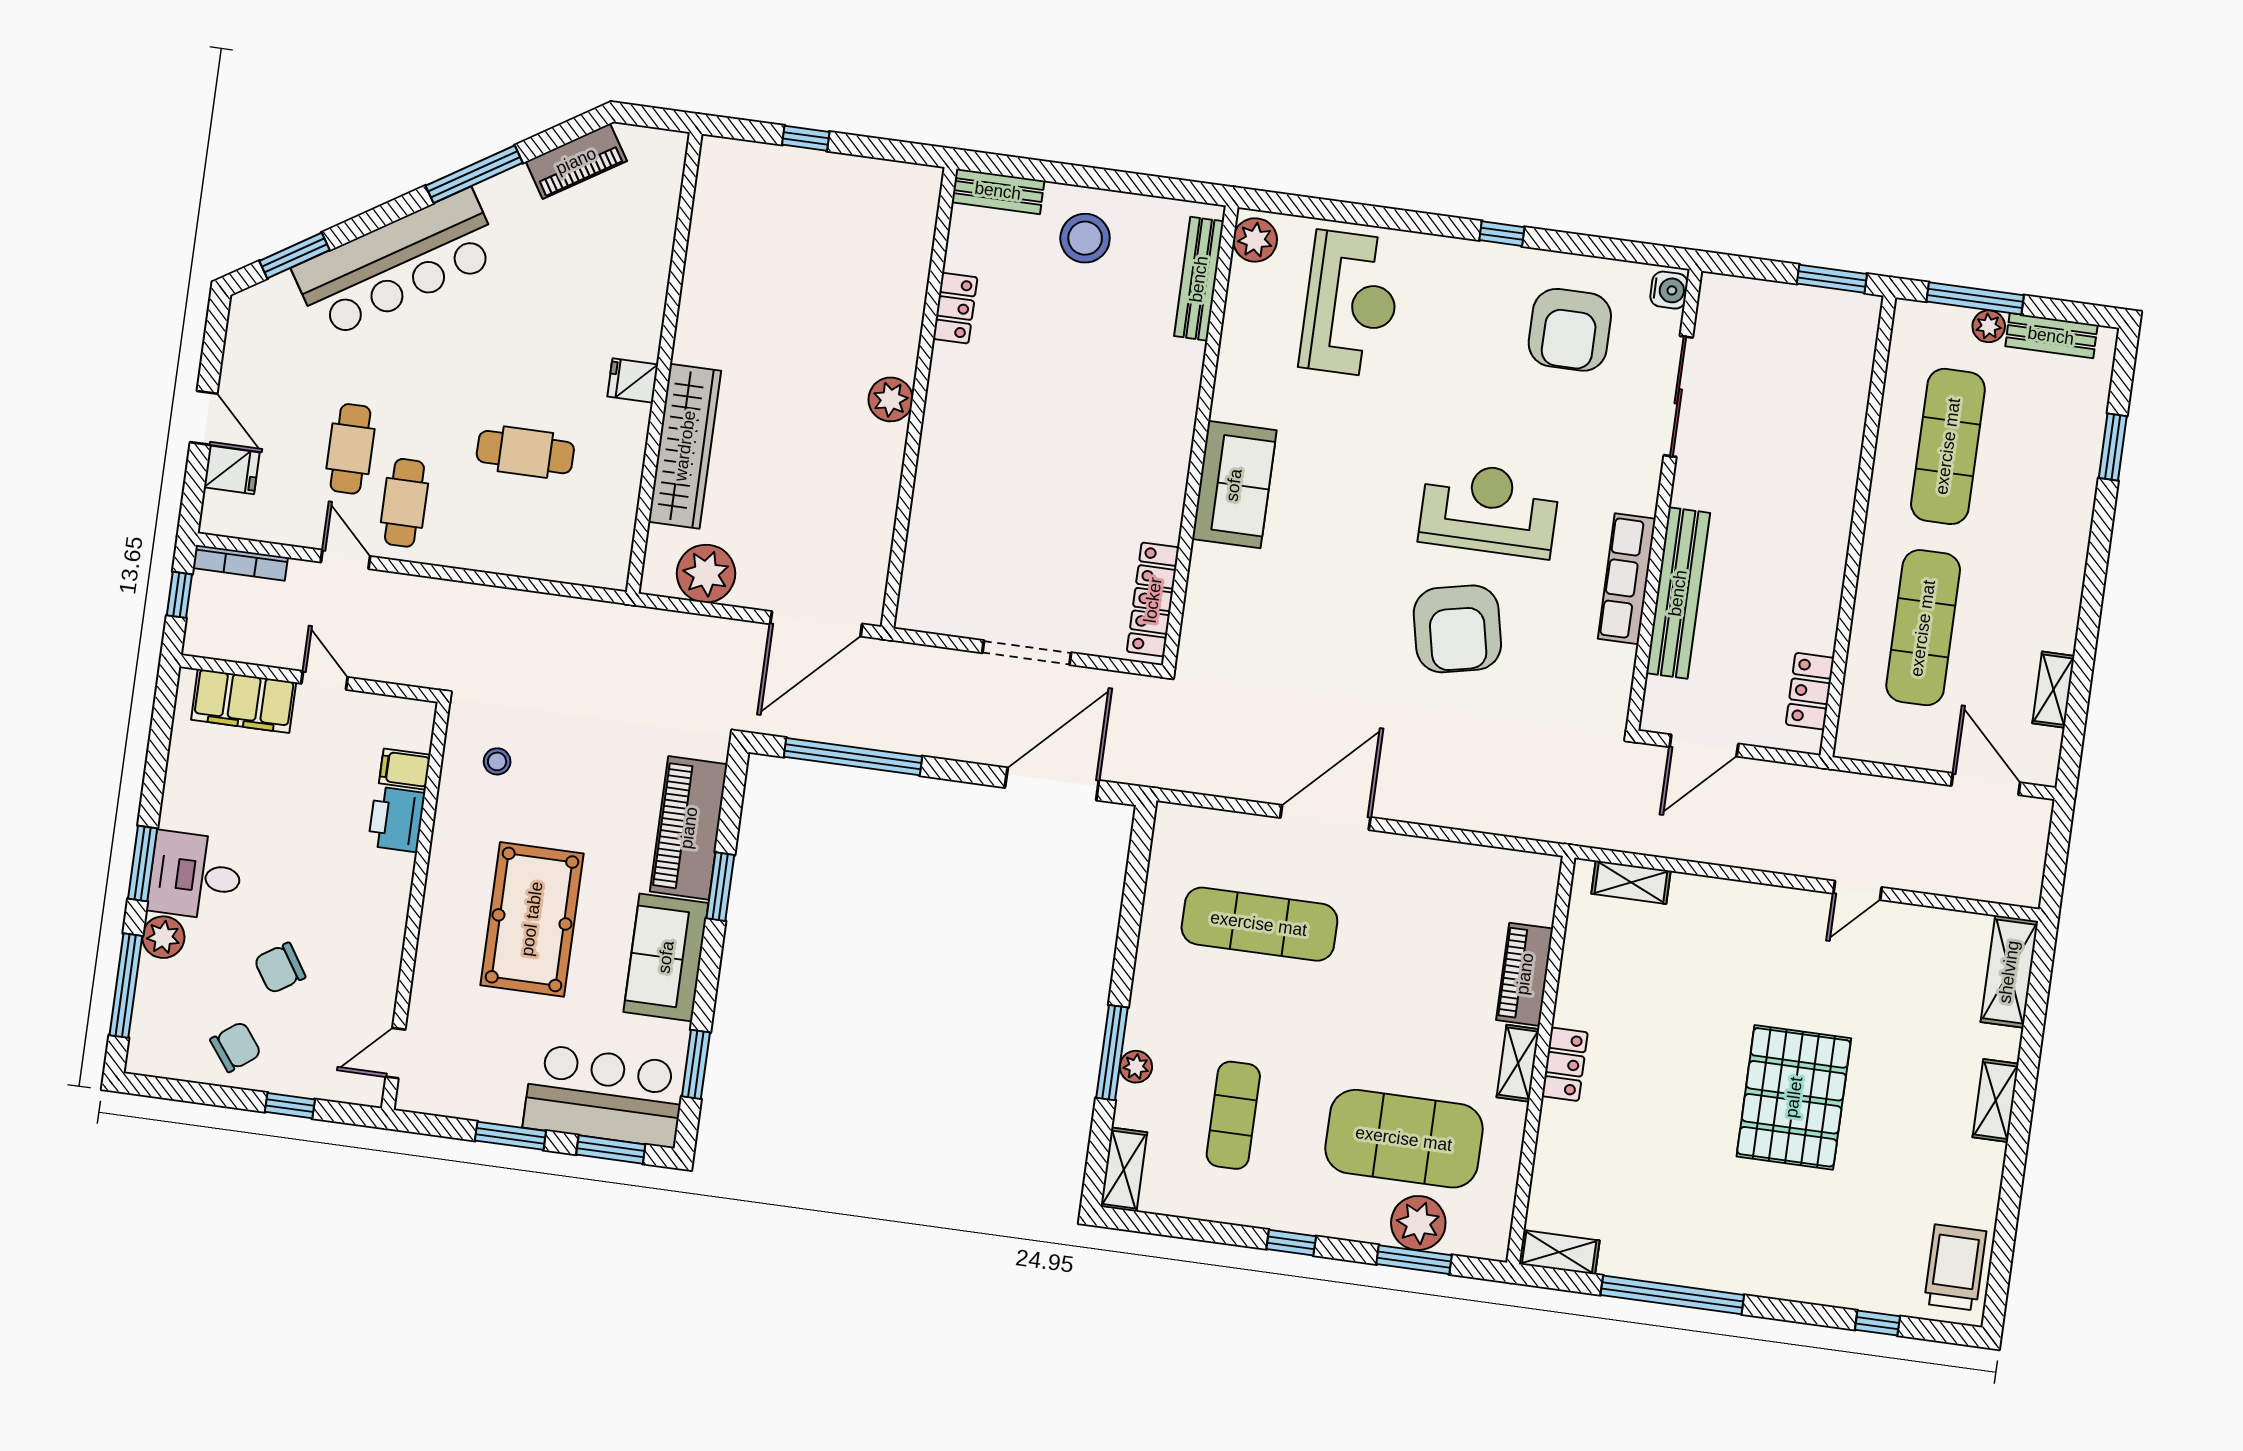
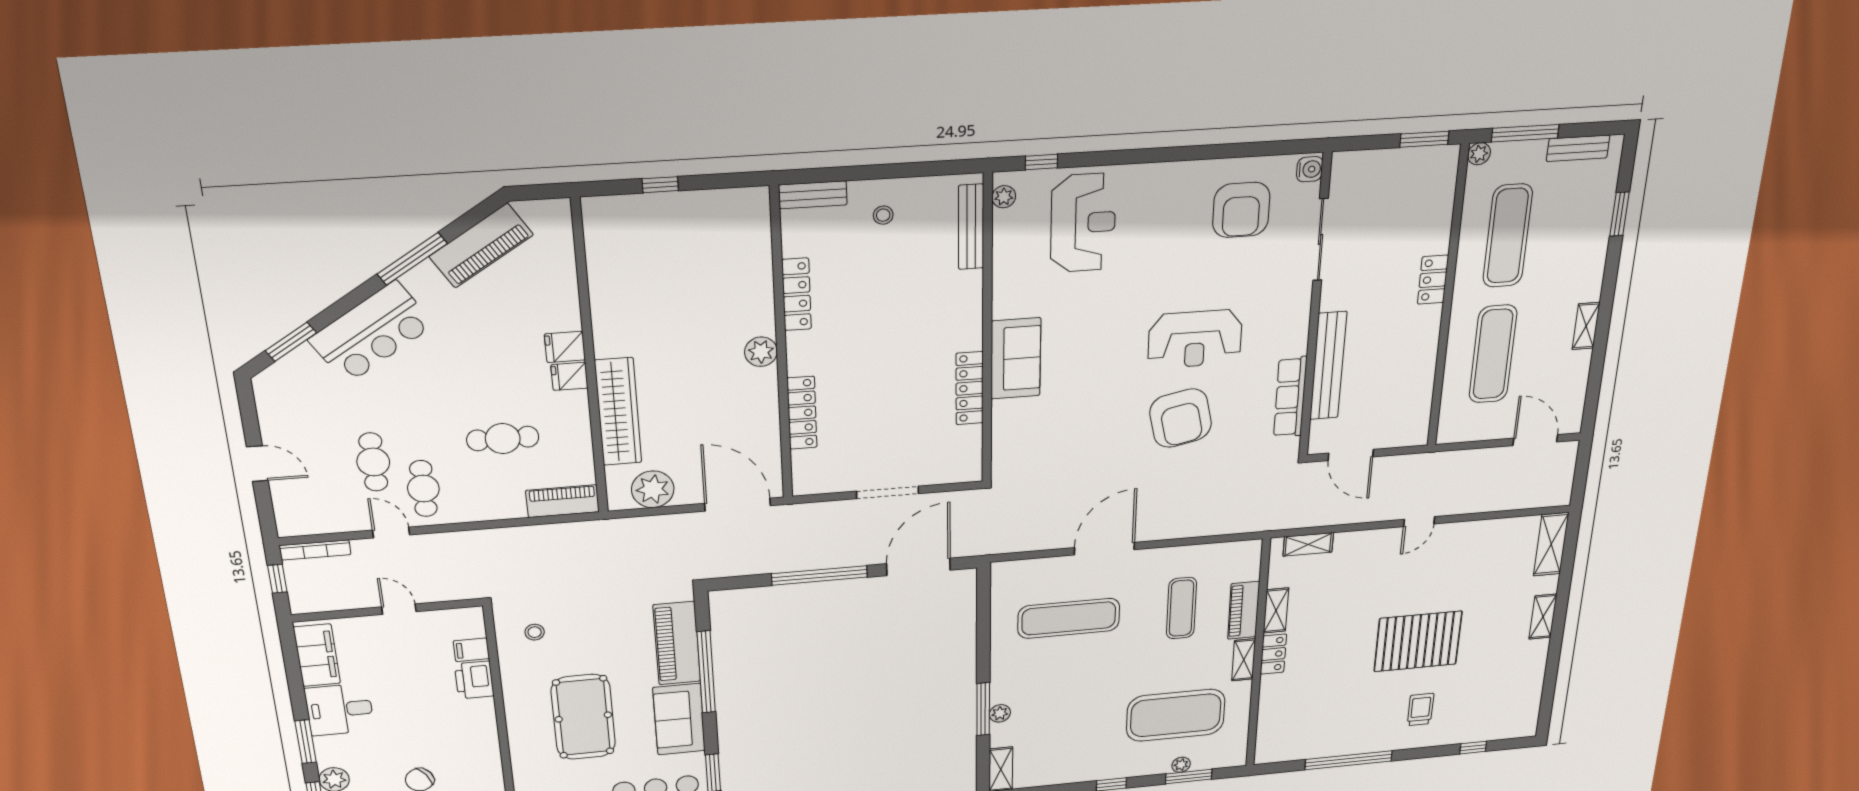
piano: (576, 161) -> (481, 246), width x1.37, depth x1.33
window: (1502, 234) -> (1041, 162), moved
stool: (1085, 238) -> (883, 215), width x0.53, depth x0.53
plant: (1255, 240) -> (1004, 197), width x0.73, depth x0.73
bar counter: (397, 264) -> (371, 332), width x0.73
locker: (955, 308) -> (797, 294), width x1.53
plant: (1989, 326) -> (1479, 154), moved
fridge: (232, 470) -> (565, 347), moved, turned 180
locker: (929, 502) -> (802, 413), added
reception desk: (1489, 509) -> (1195, 339), turned 180
piano: (582, 564) -> (563, 501), added
row of seats: (1627, 579) -> (1290, 397), moved
locker: (1153, 600) -> (970, 388), moved
door: (816, 624) -> (738, 505), swing flipped
shelving: (2053, 690) -> (1586, 326), moved
locker: (1810, 691) -> (1433, 280), moved
filing cabinet: (244, 701) -> (317, 655), moved, turned -90
door: (1704, 745) -> (1351, 455), hinge flipped
window: (853, 757) -> (819, 575), moved
desk: (195, 876) -> (339, 709), moved
window: (720, 887) -> (706, 672), width x2.11
door: (1857, 890) -> (1419, 522), moved
pallet: (1794, 1097) -> (1418, 641), turned 90
exercise mat: (1233, 1115) -> (1181, 608), moved
plant: (1418, 1223) -> (1181, 765), width x0.53, depth x0.53
shelving: (1559, 1252) -> (1276, 610), moved, turned 90
trolley: (1955, 1267) -> (1421, 710), moved, width x0.73, depth x0.72

